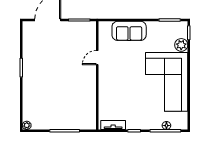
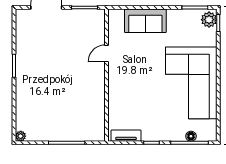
plant: (181, 45) -> (209, 20), moved

